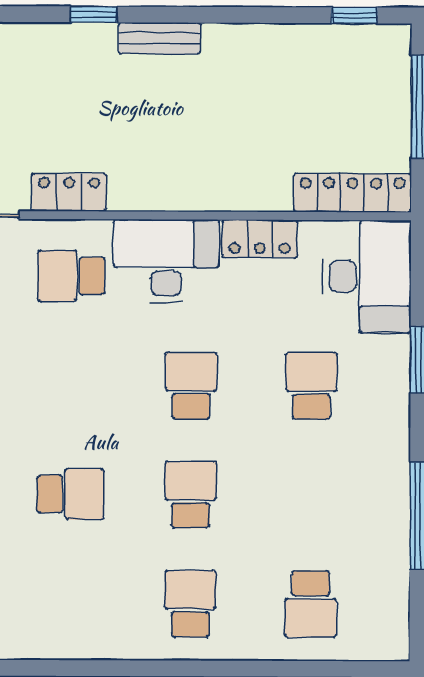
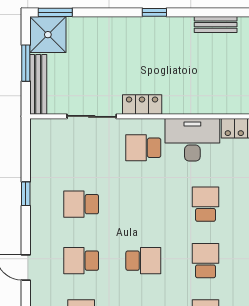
bench: (159, 38) -> (216, 25), moved

